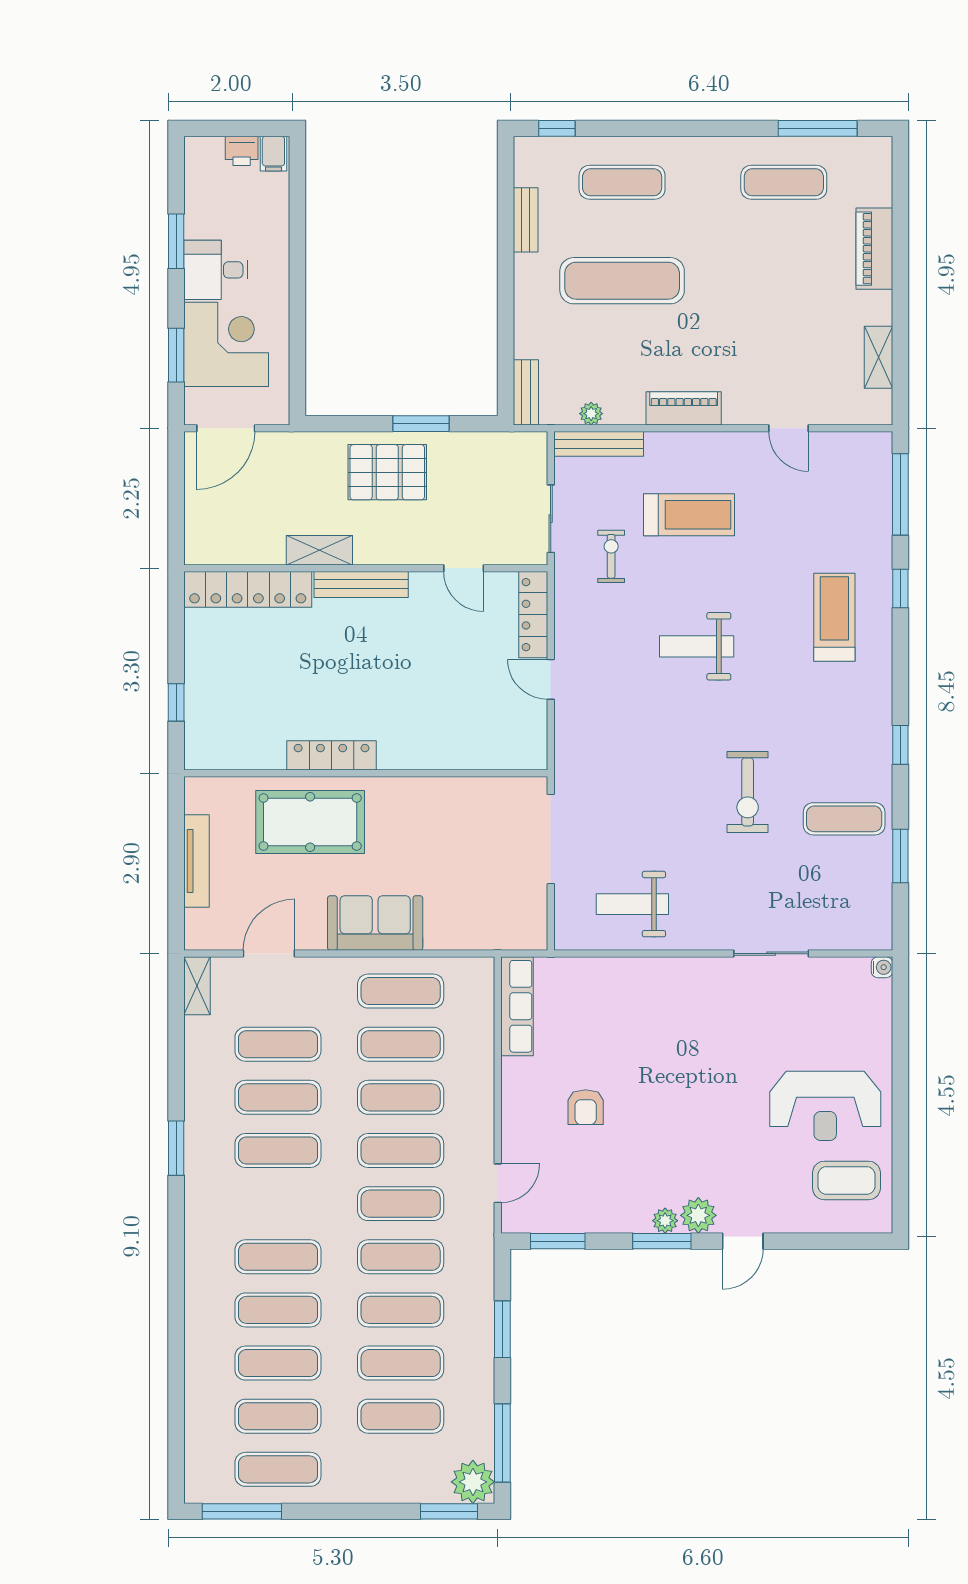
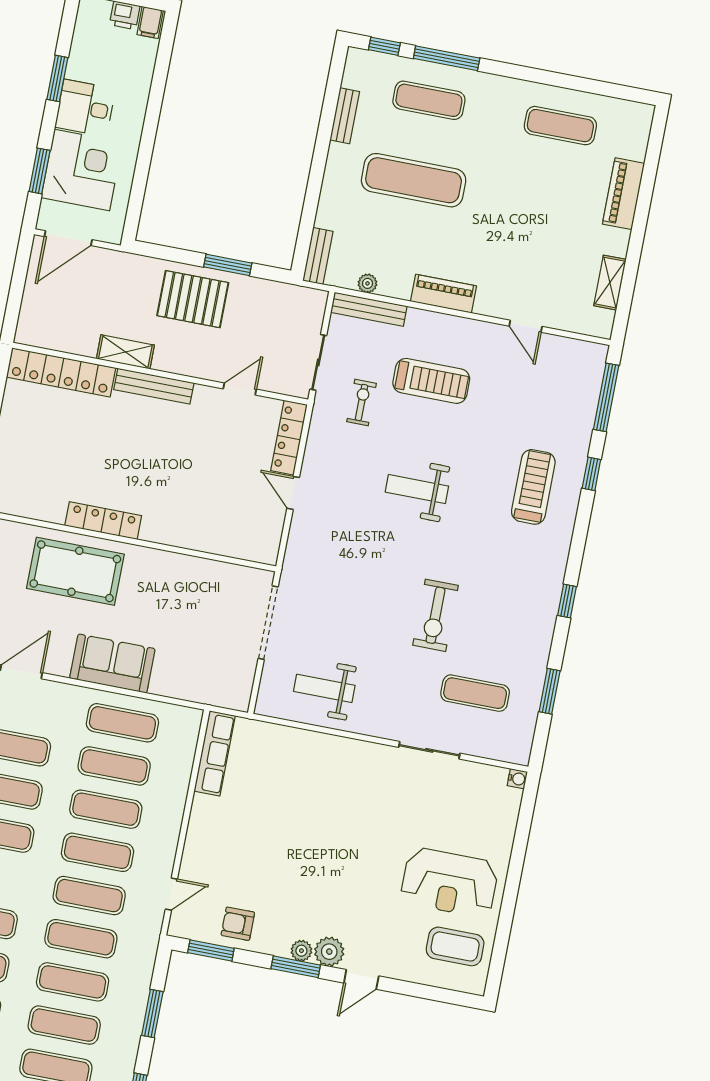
window: (818, 128) -> (447, 58), moved
door: (464, 568) -> (240, 389), swing flipped
exercise mat: (844, 819) -> (475, 693), moved
armchair: (586, 1107) -> (238, 924), moved, turned 90

